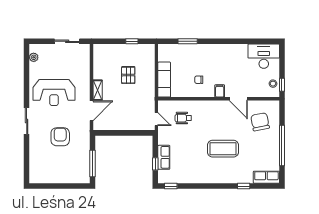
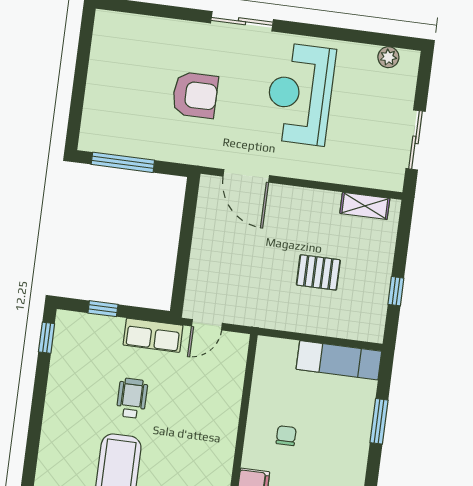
exam couch: (164, 80) -> (339, 360), moved
shelving: (98, 90) -> (365, 206), moved
wheelchair: (183, 118) -> (132, 398), moved
row of seats: (164, 157) -> (153, 335), moved

